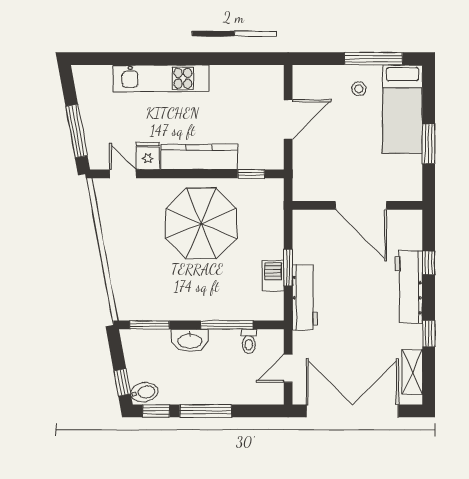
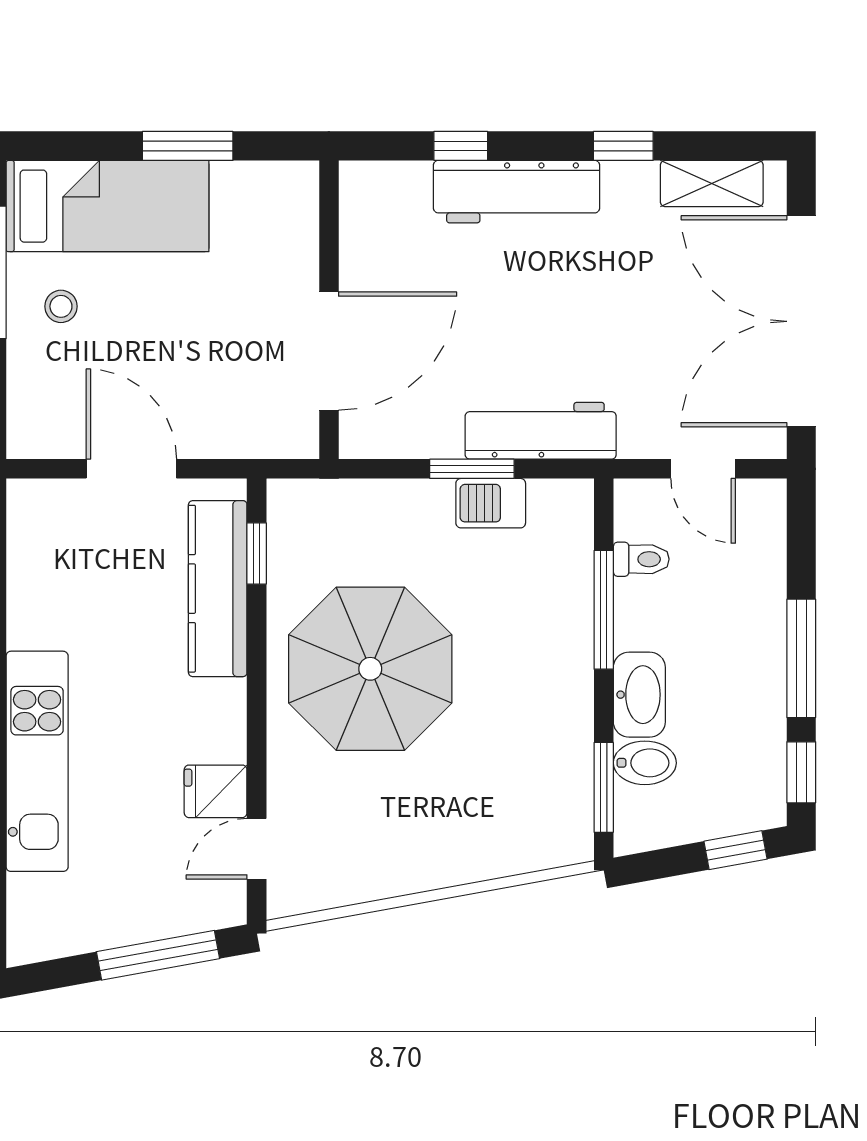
kitchen counter: (199, 157) -> (218, 589), moved
door: (361, 205) -> (329, 351), moved
bidet: (144, 392) -> (645, 763), moved, turned 100

